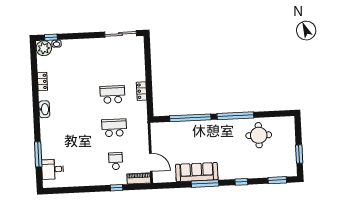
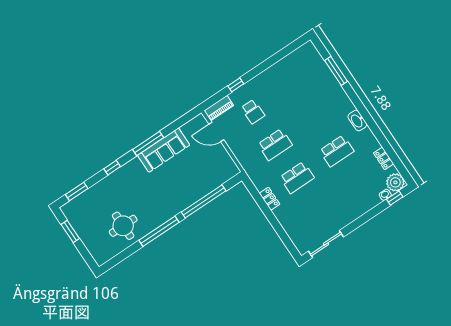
locker: (42, 81) -> (384, 158), moved
school desk: (72, 96) -> (337, 151), added
desk: (53, 169) -> (312, 65), removed

